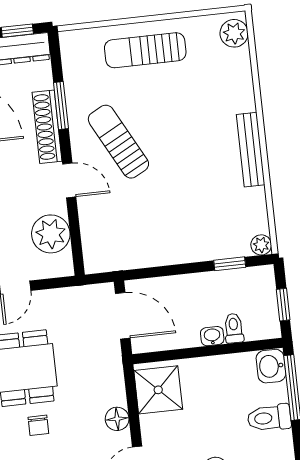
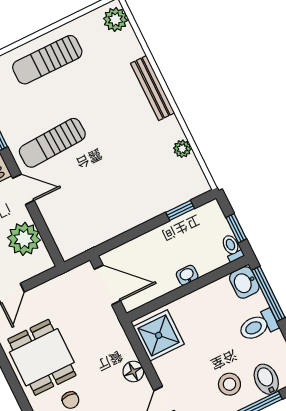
sun lounger: (118, 142) -> (52, 143), turned -65
bench: (251, 150) -> (153, 88), moved
plant: (261, 245) -> (182, 149), moved
toilet: (234, 328) -> (232, 248), moved

